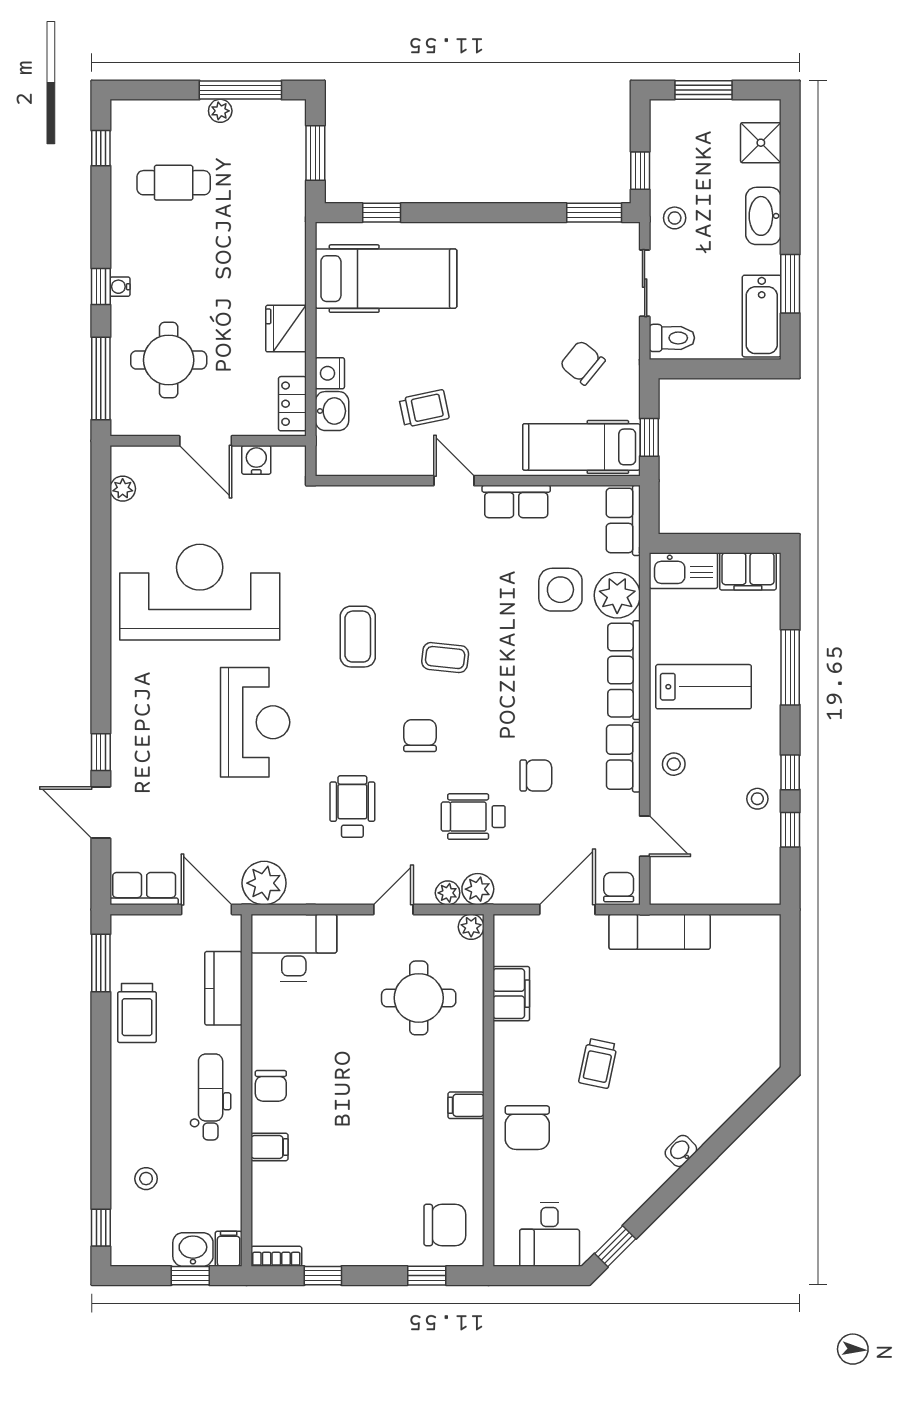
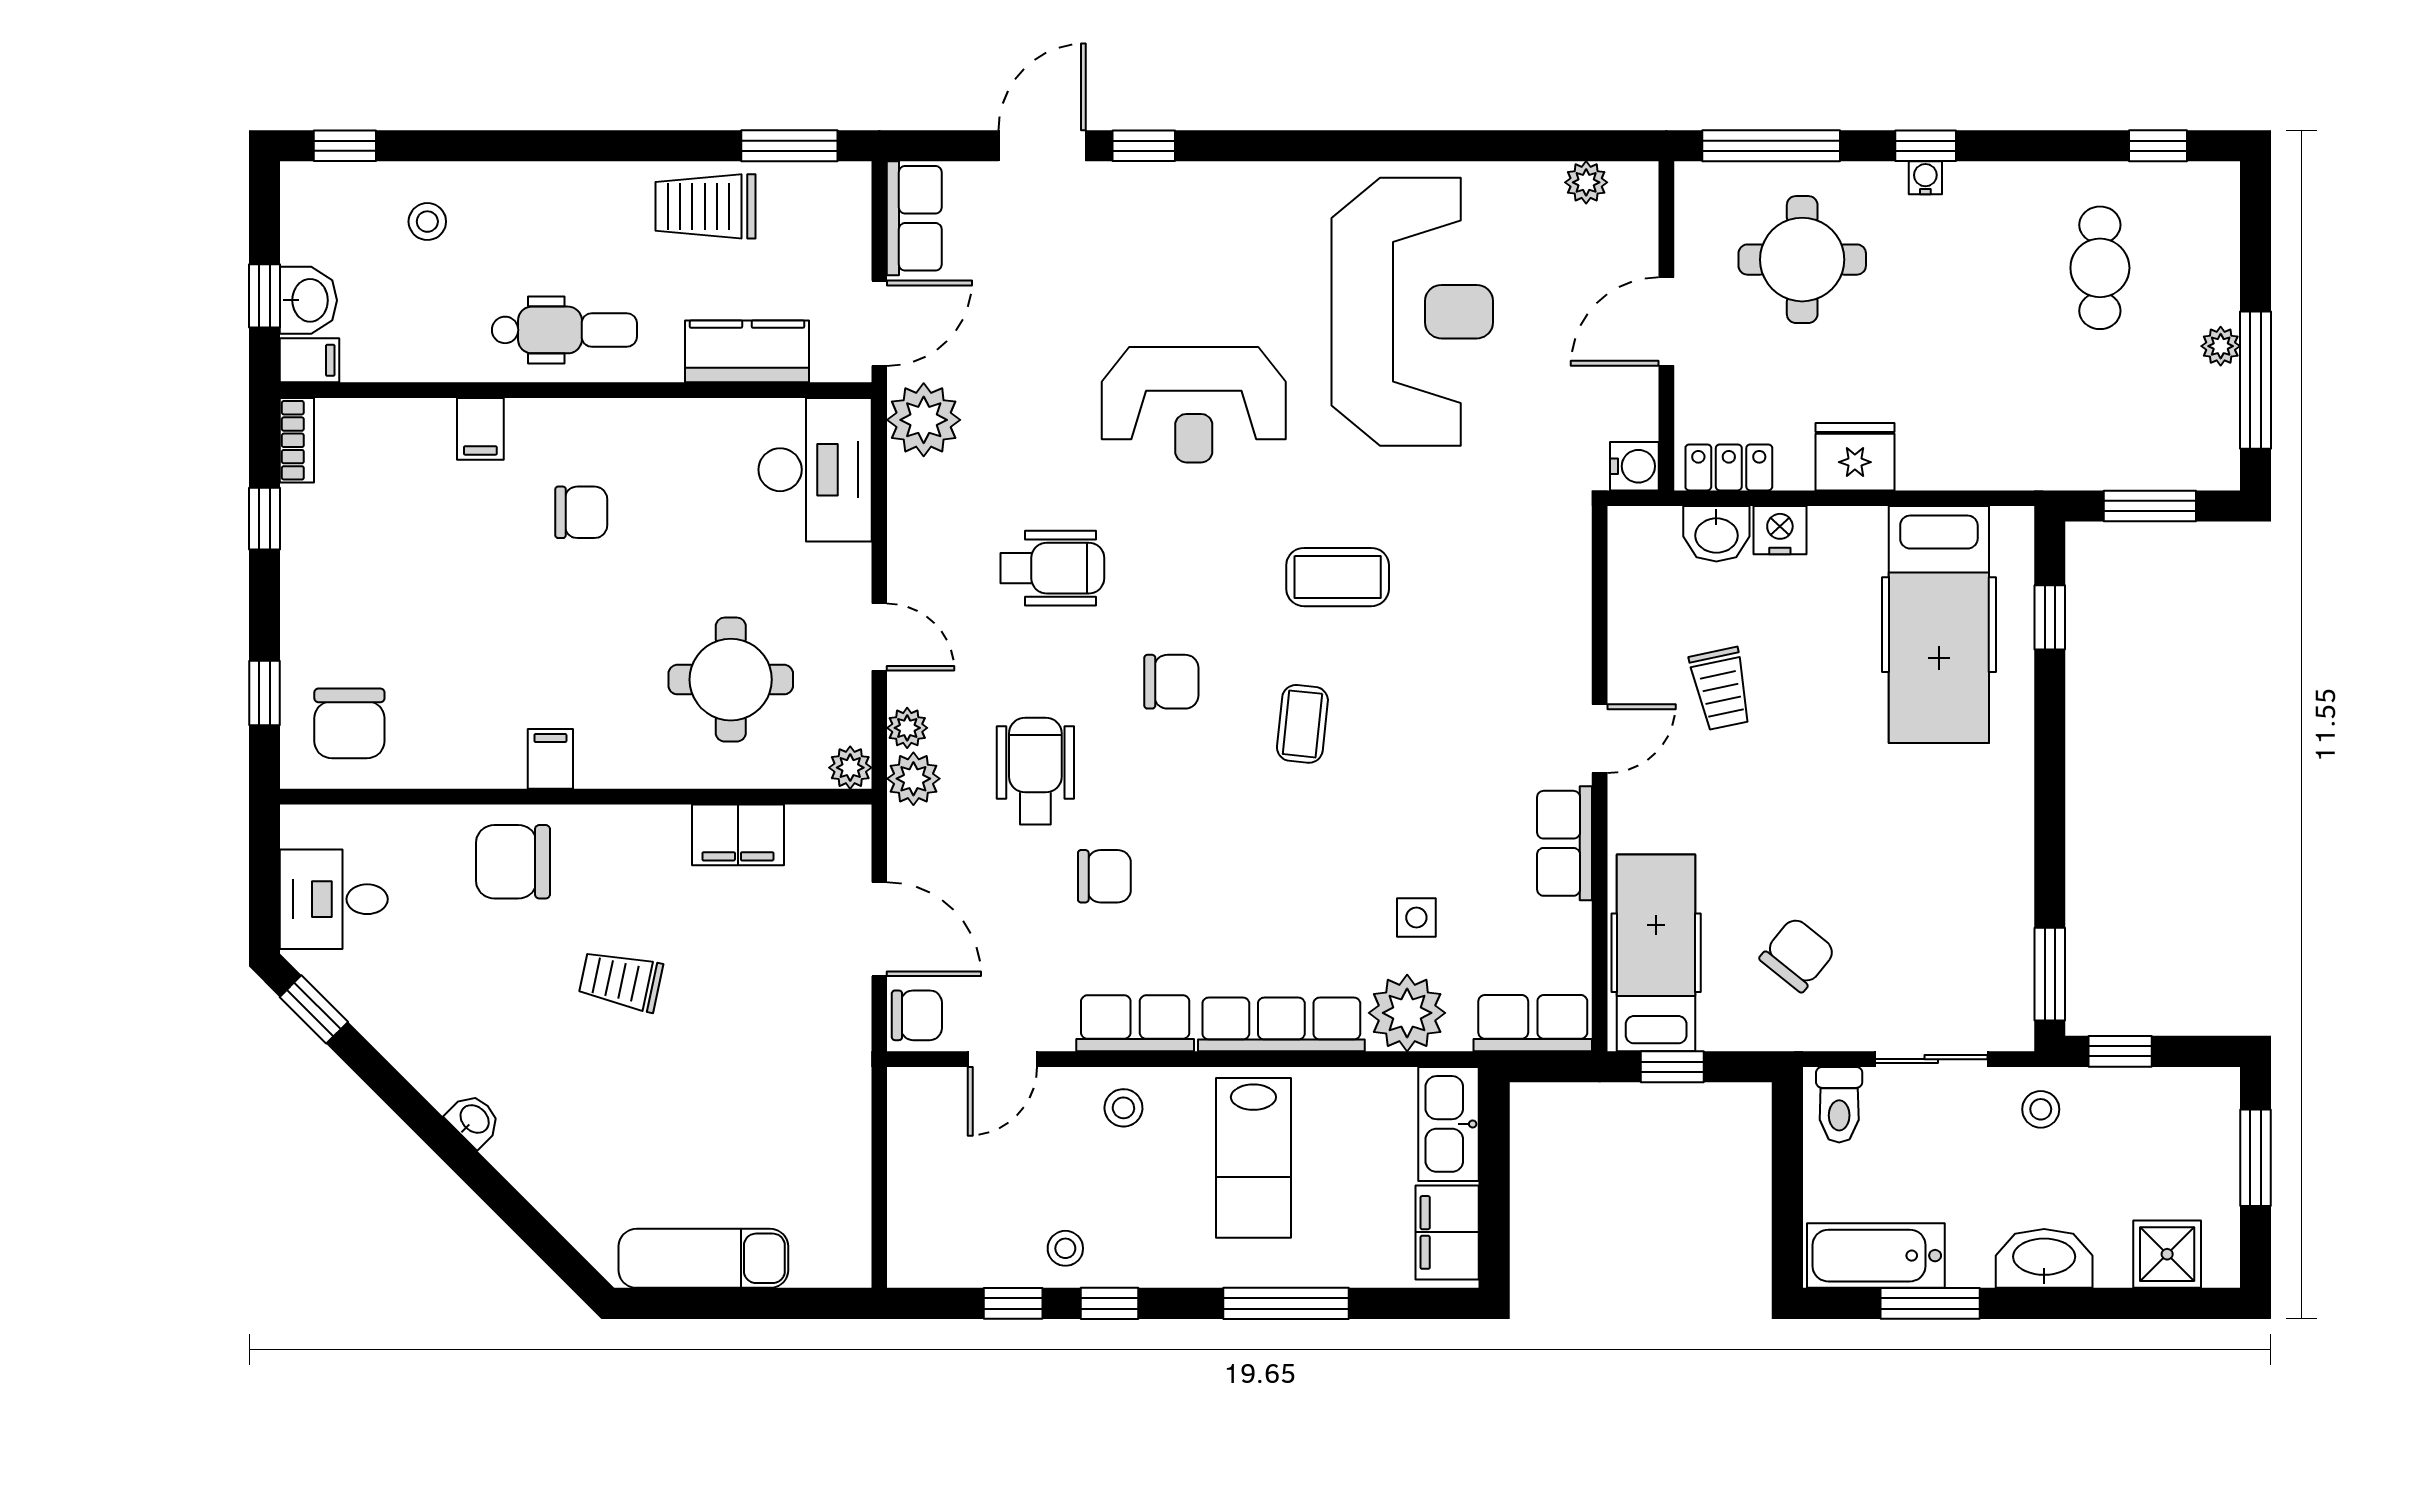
water cooler: (256, 460) -> (1634, 466), moved
side table: (560, 590) -> (1416, 918), width x0.54, depth x0.54
chair: (536, 775) -> (1104, 876), turned -90
exam couch: (660, 932) -> (703, 1258), moved, turned 90
chair: (271, 1086) -> (581, 512), moved, turned 180

